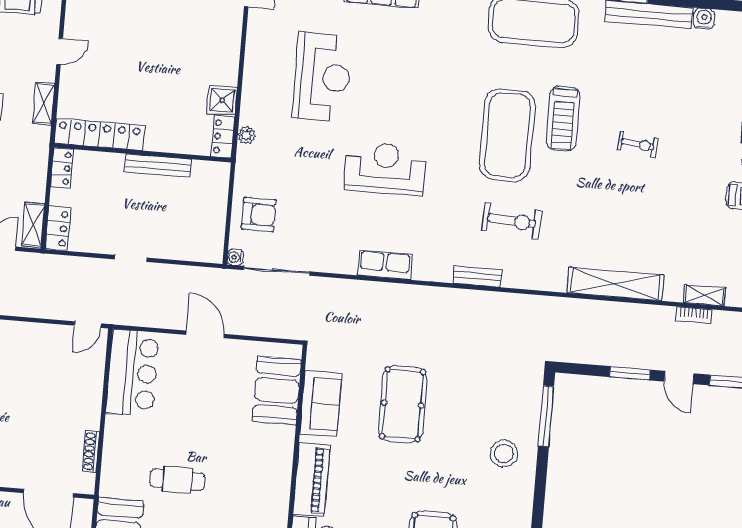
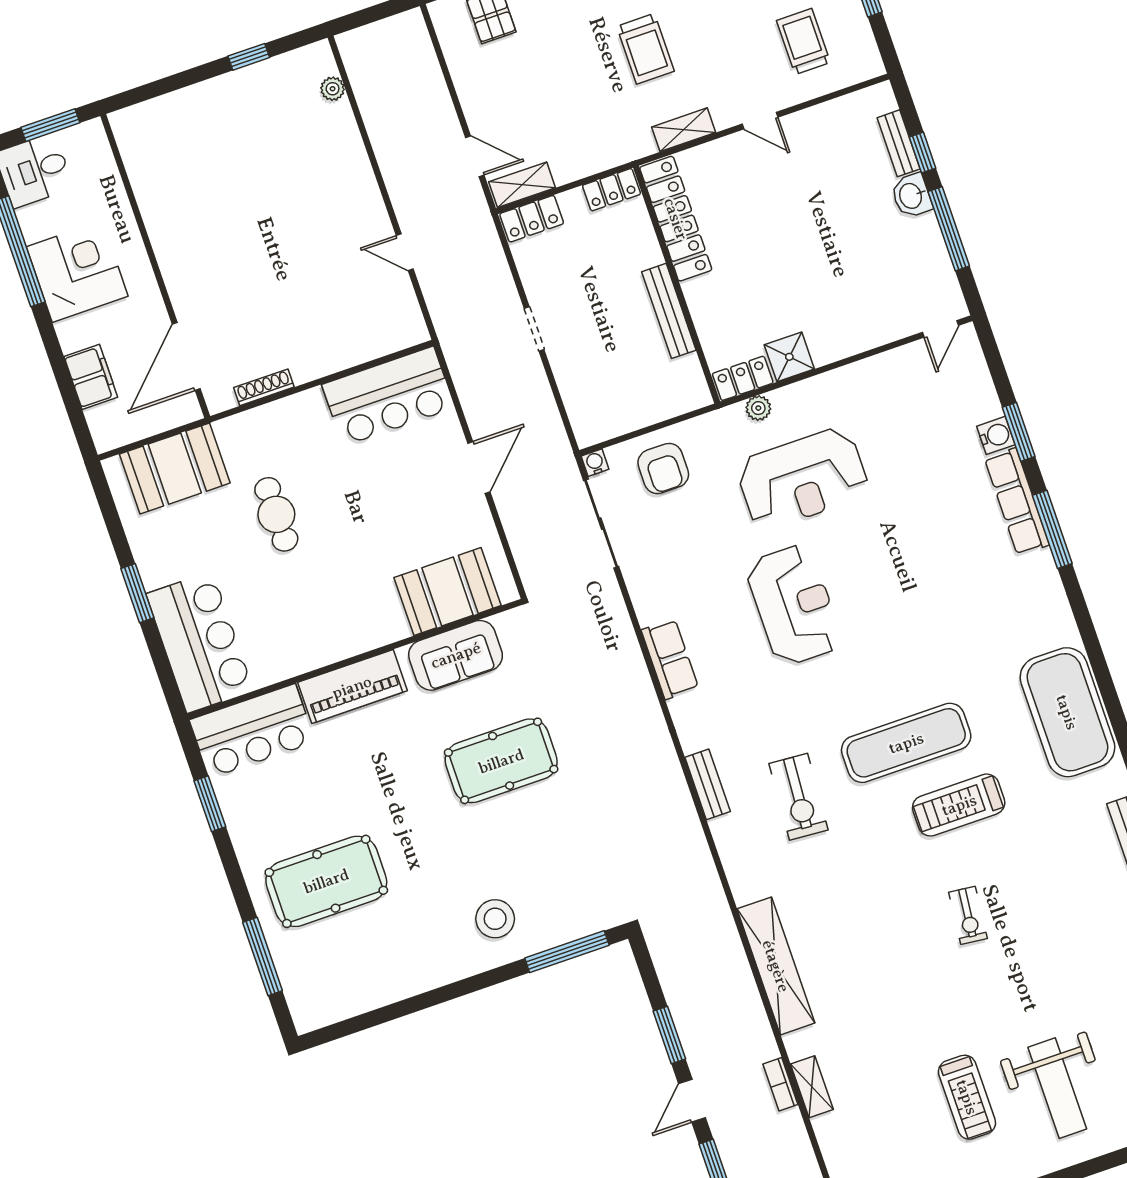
reception desk: (322, 77) -> (803, 479), moved
exercise mat: (507, 135) -> (906, 743), width x0.68
door: (88, 325) -> (405, 252), moved

